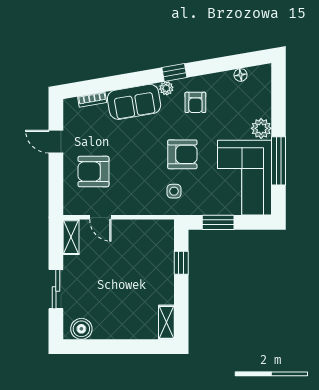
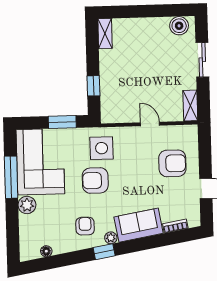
side table: (174, 191) -> (102, 148), width x1.87, depth x1.87
door: (100, 217) -> (150, 124), moved

